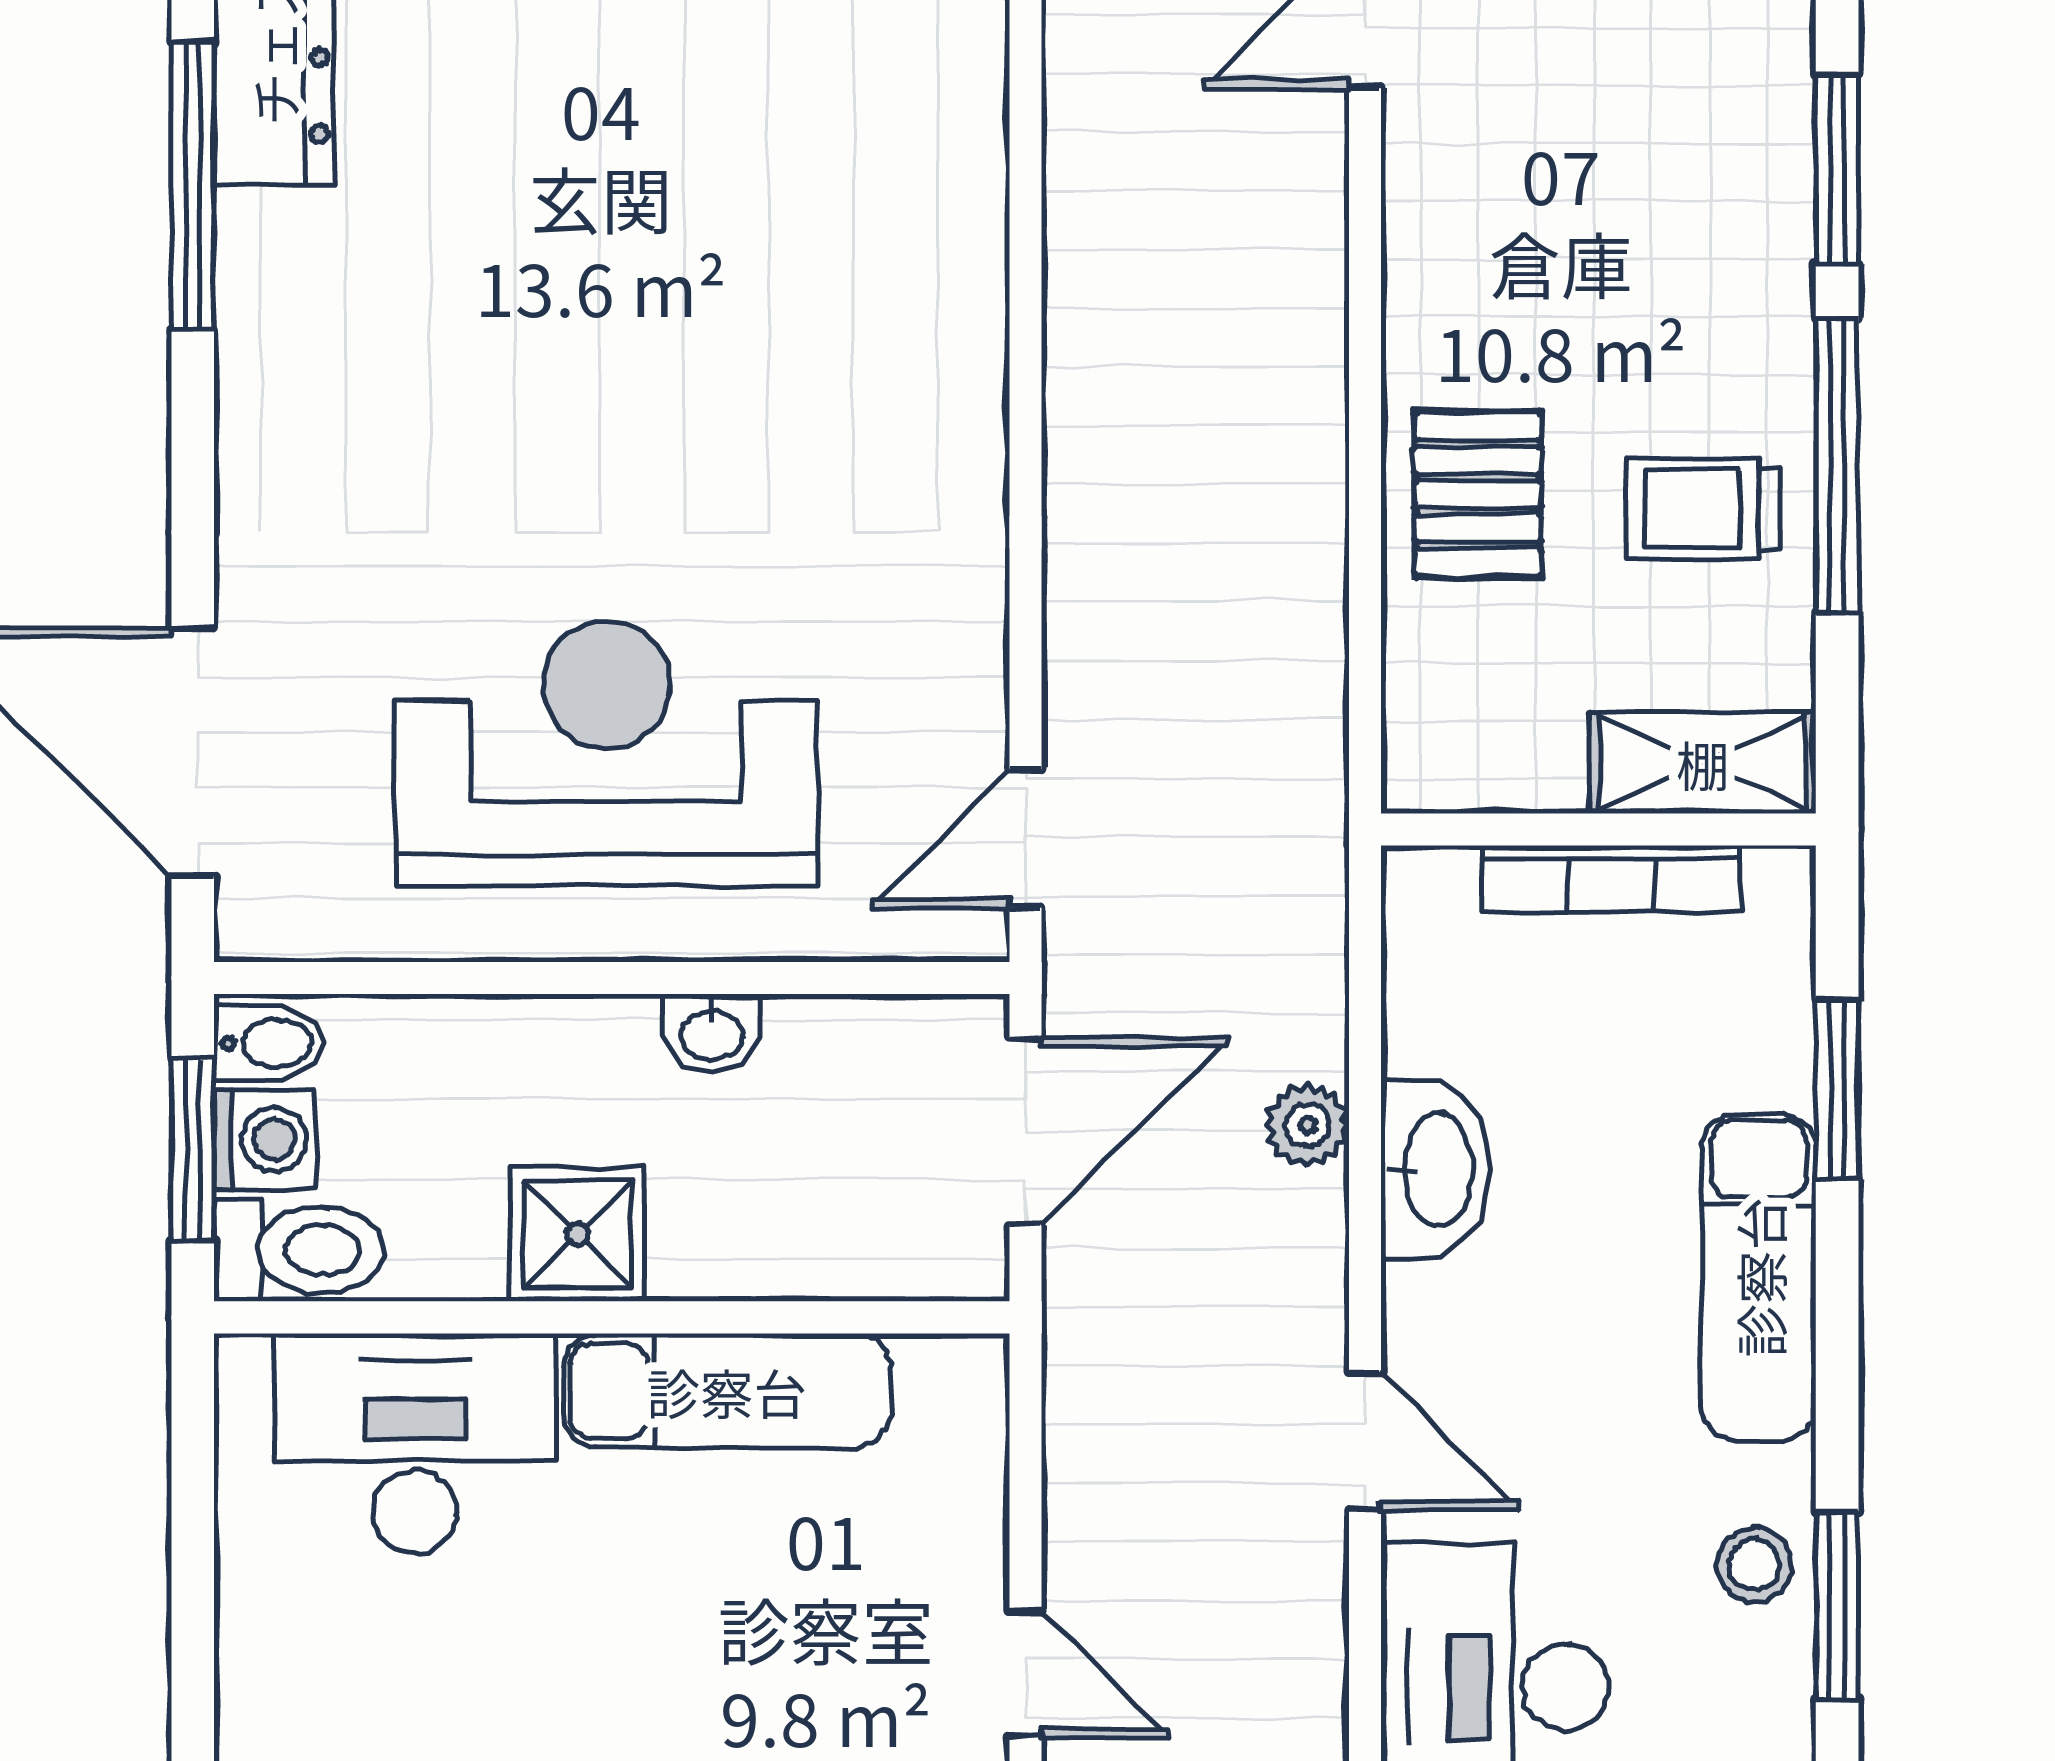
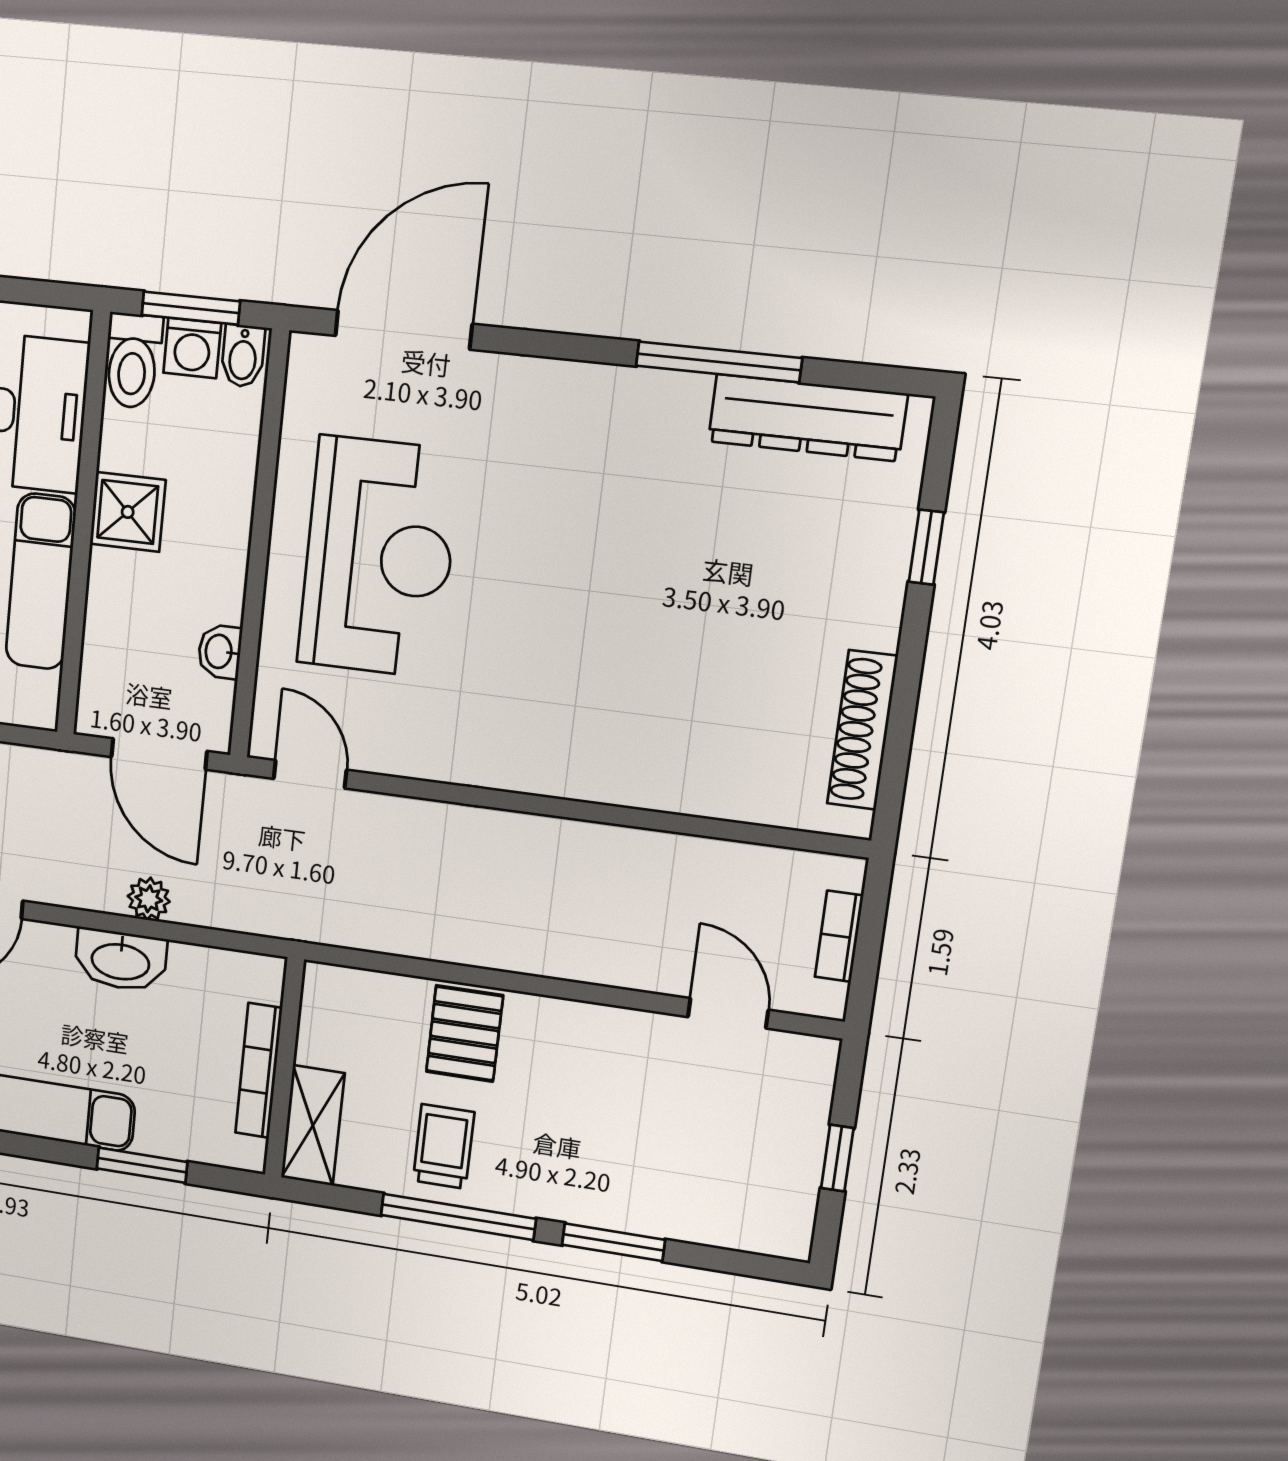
pallet: (1478, 494) -> (465, 1034), turned 90
washbasin: (712, 1033) -> (220, 652), moved

